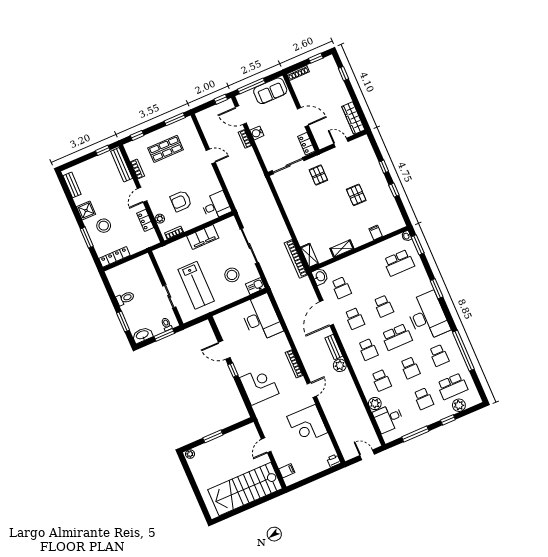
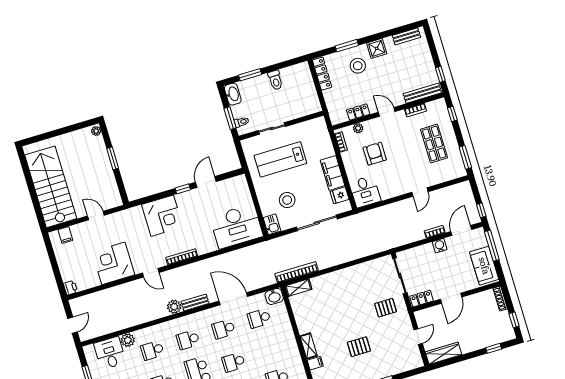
fridge: (222, 228) -> (340, 195), added
shelving: (342, 249) -> (309, 346), moved

